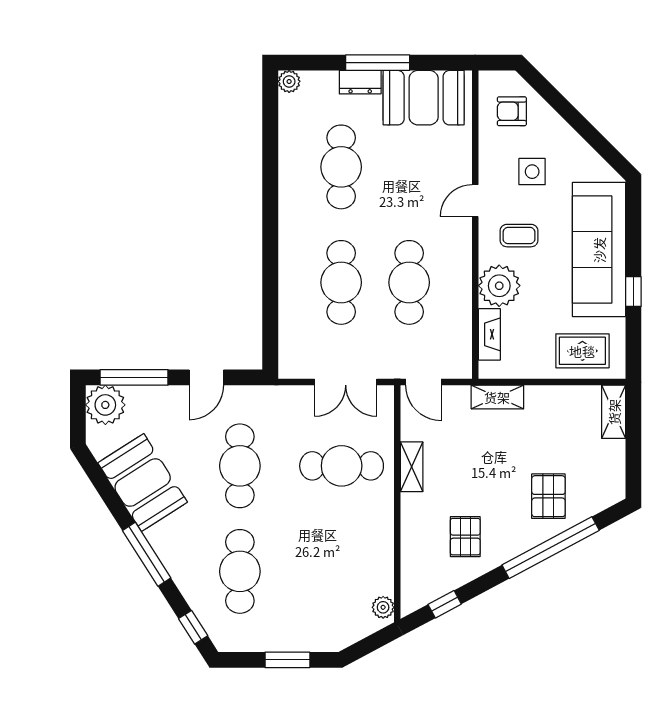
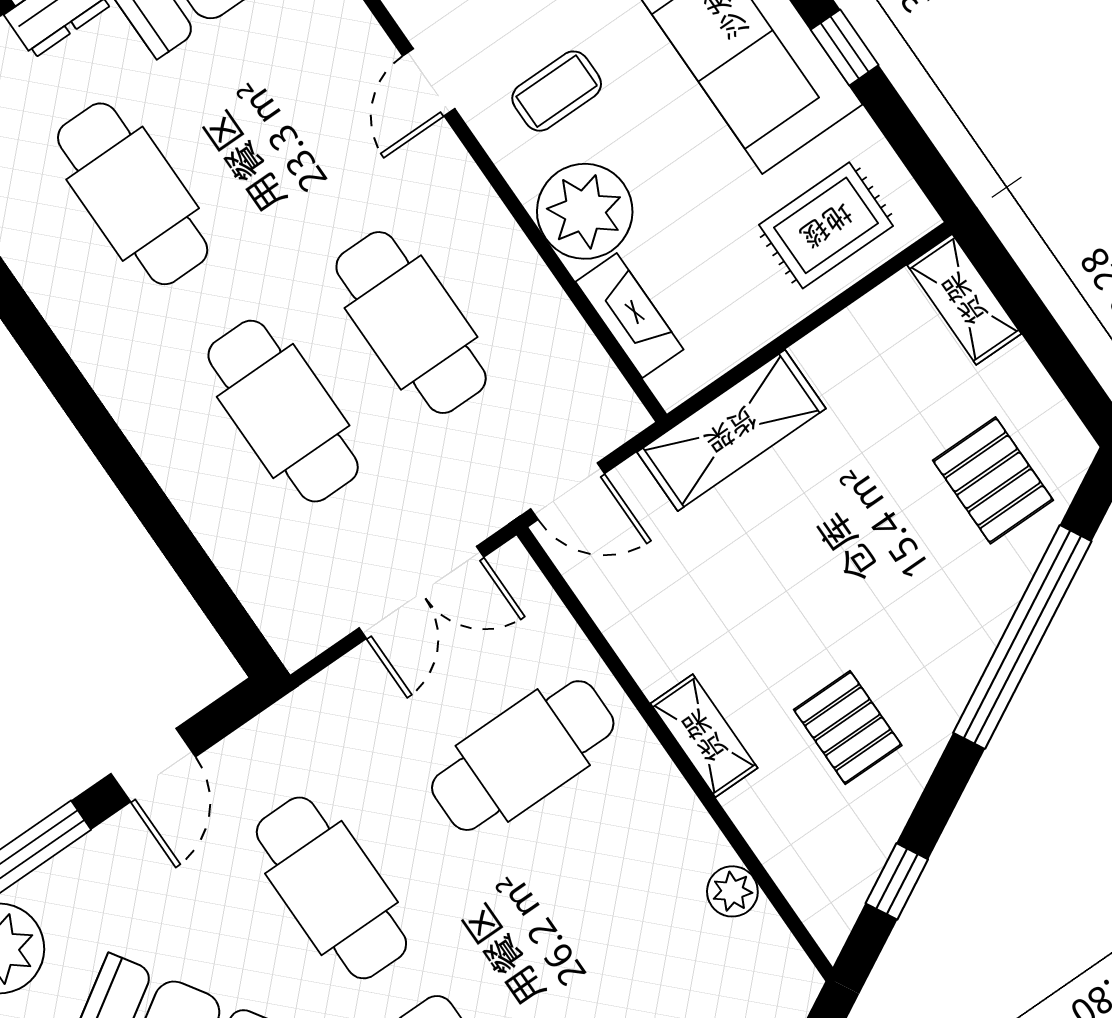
shelving: (497, 397) -> (731, 430), width x1.50, depth x1.33
shelving: (412, 467) -> (704, 736), moved
pallet: (548, 496) -> (993, 480), moved
plant: (383, 607) -> (732, 891), moved

